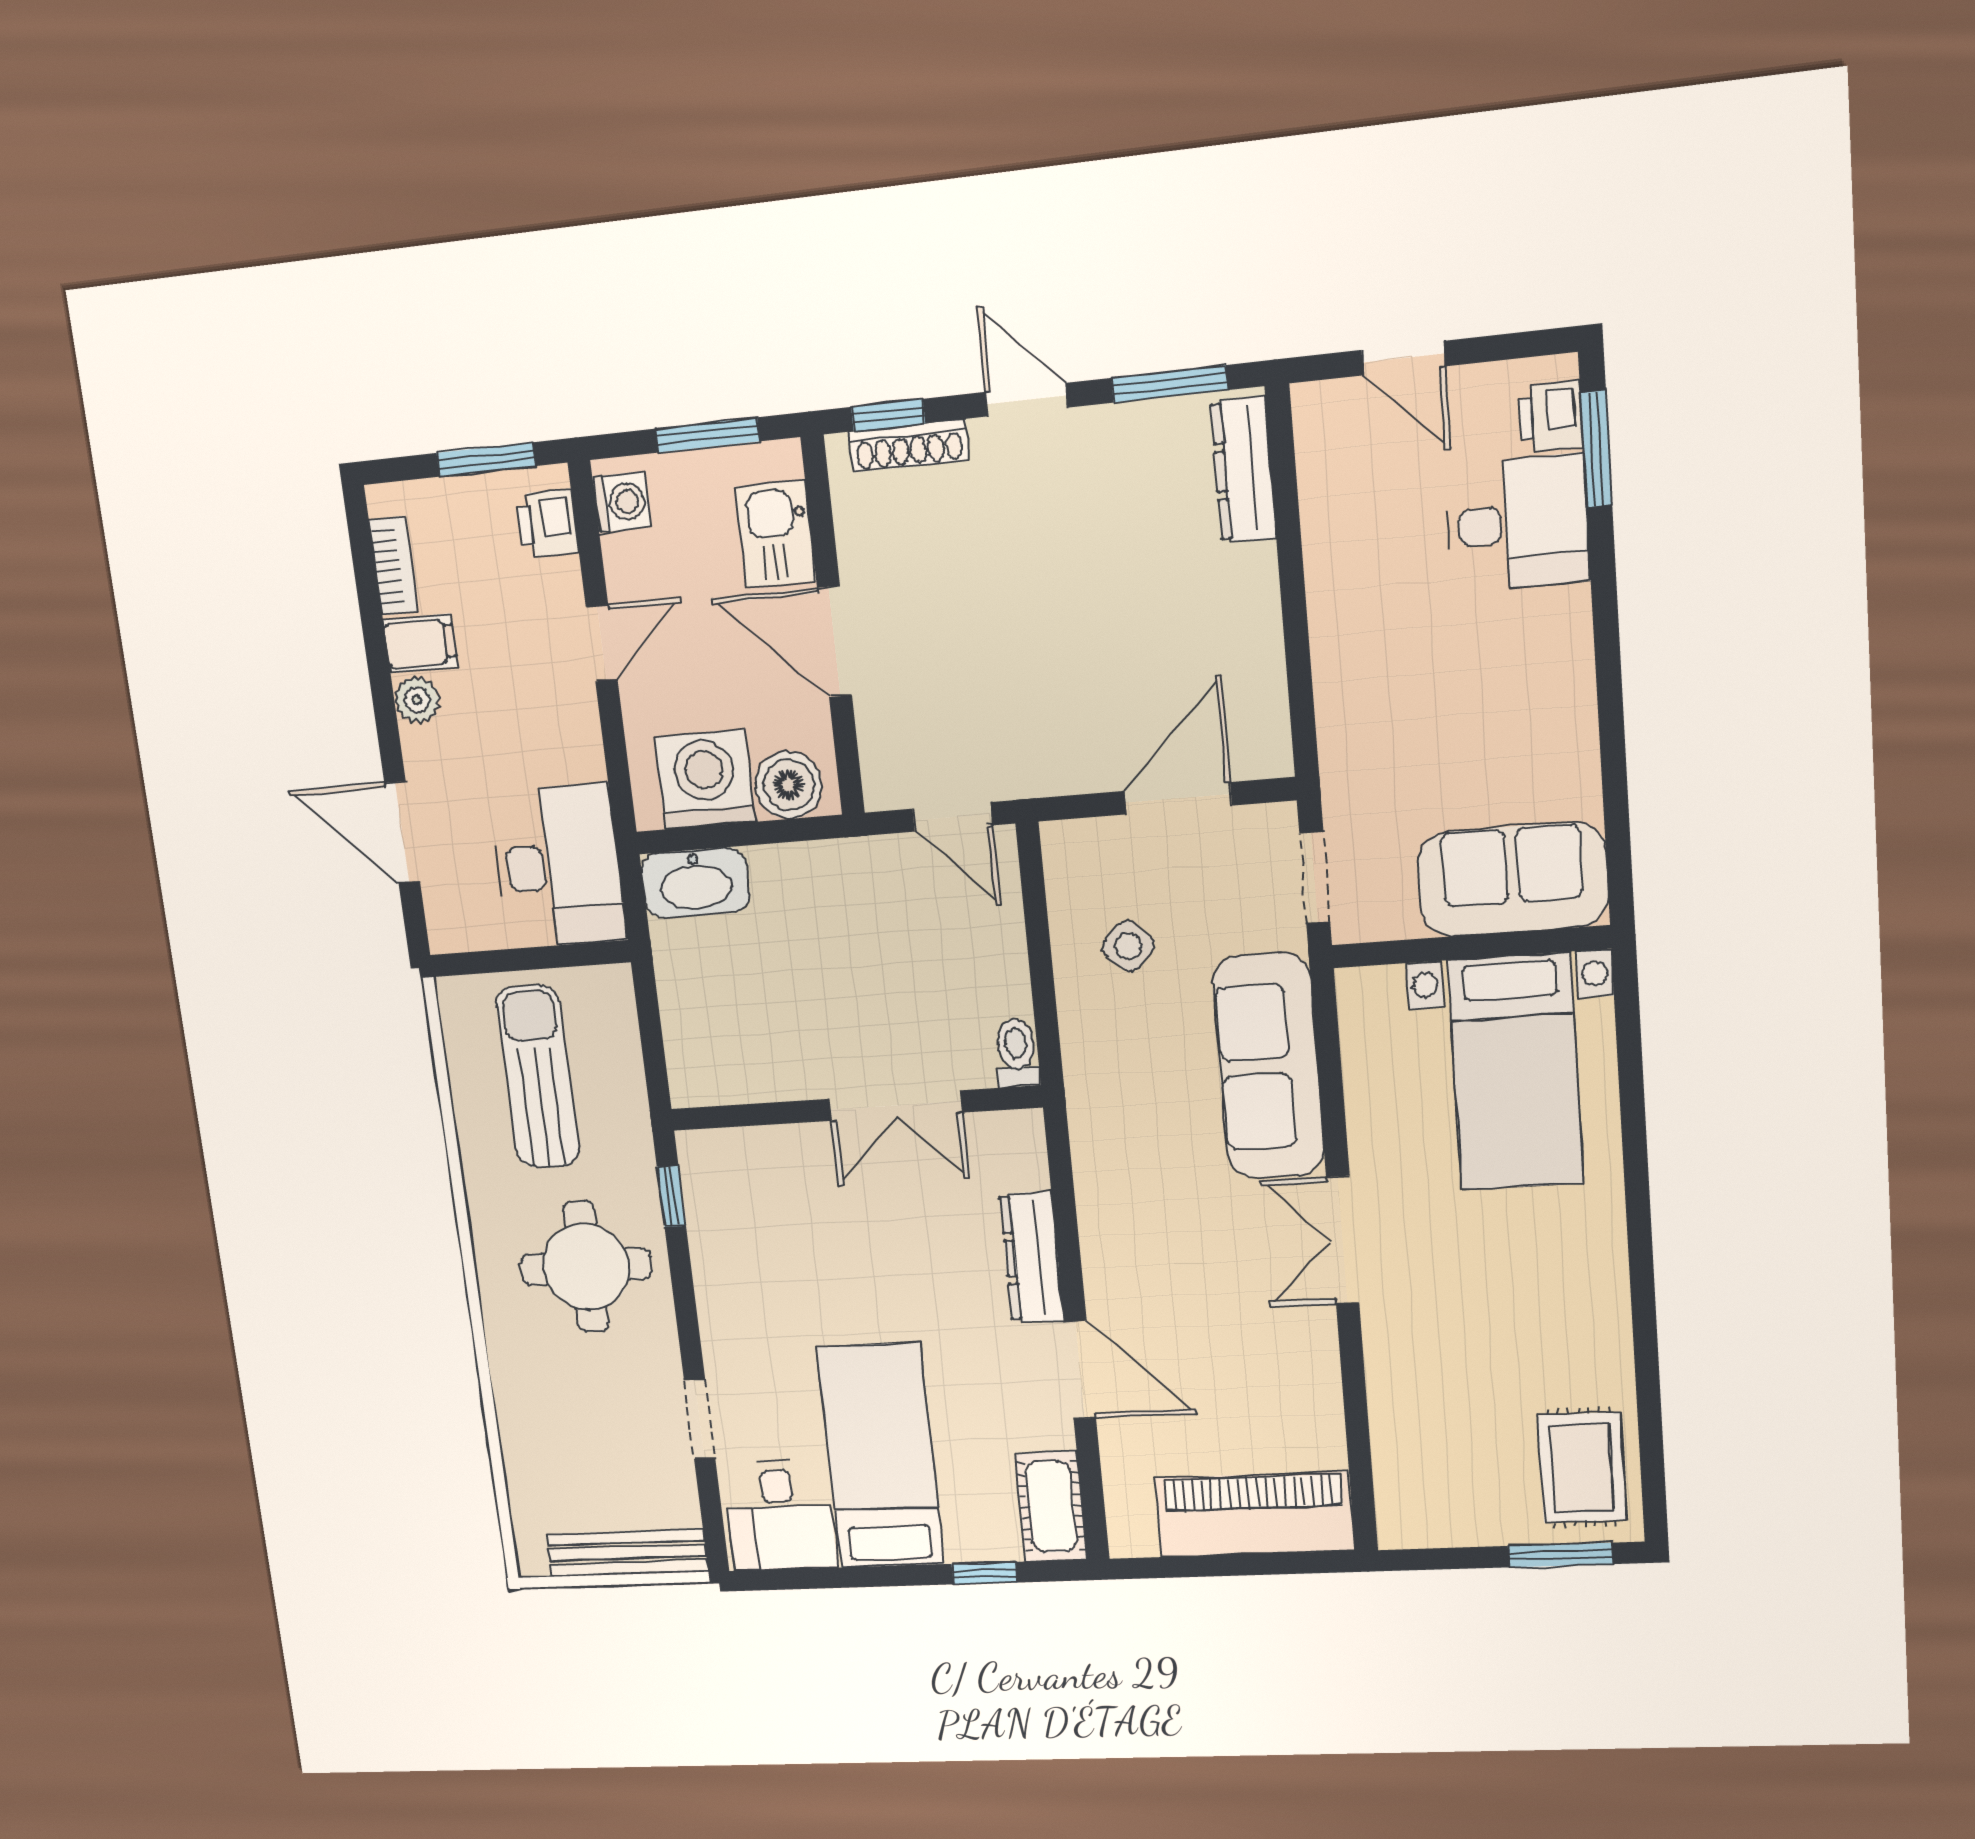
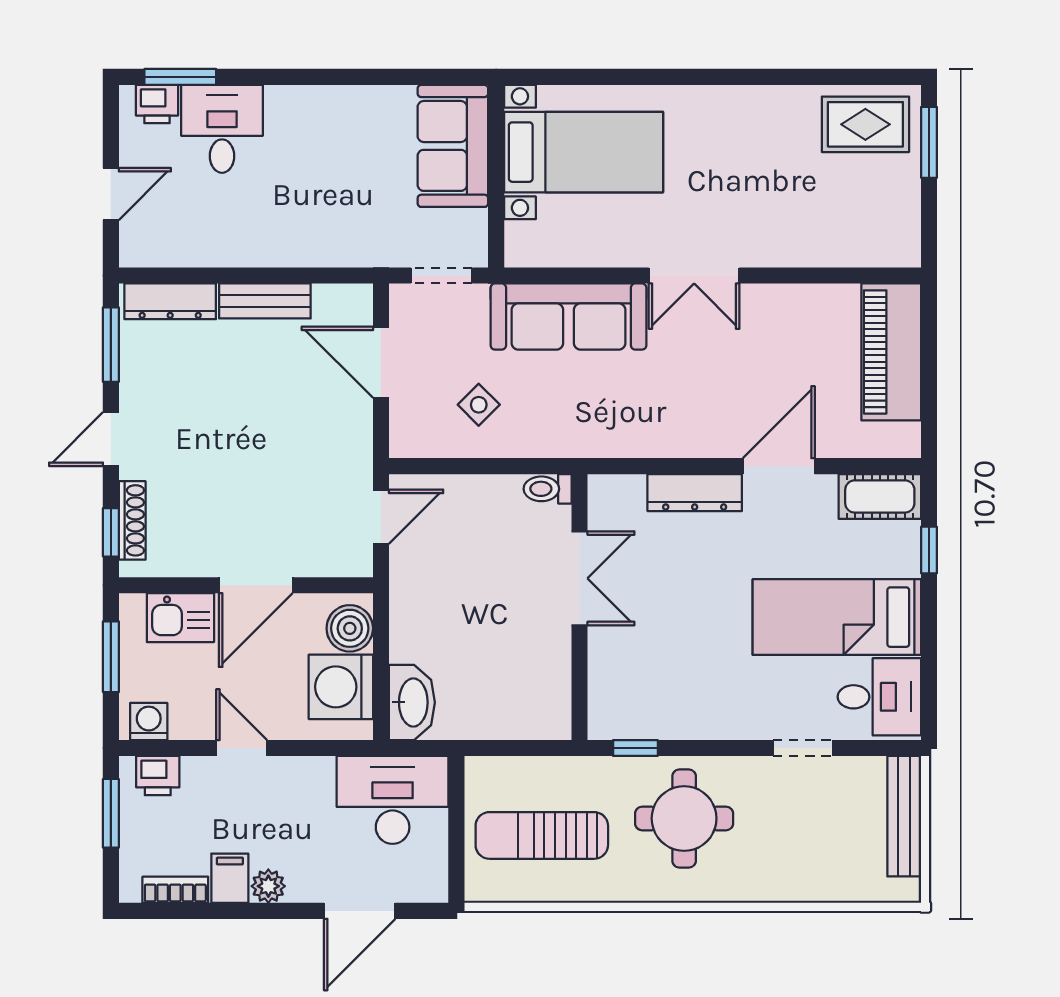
bench: (1256, 616) -> (265, 301), added

